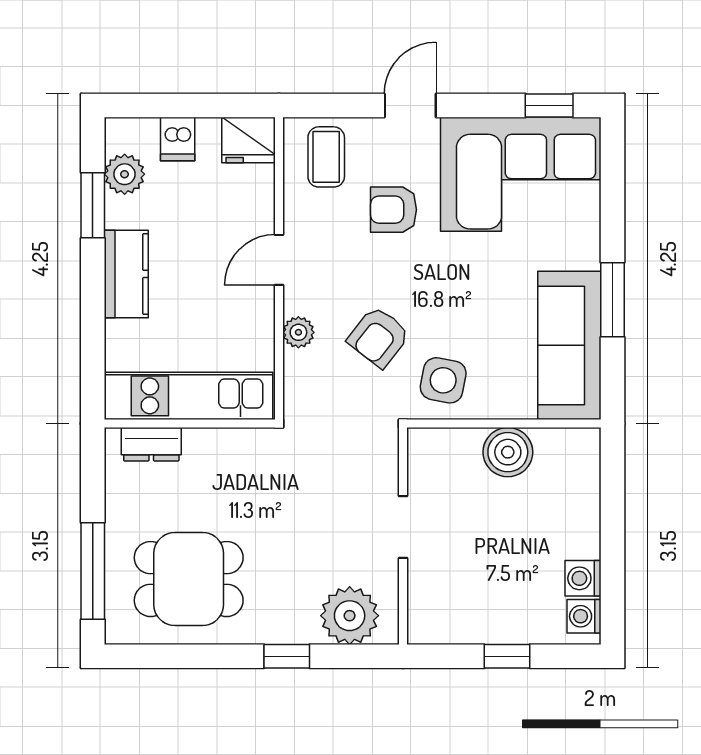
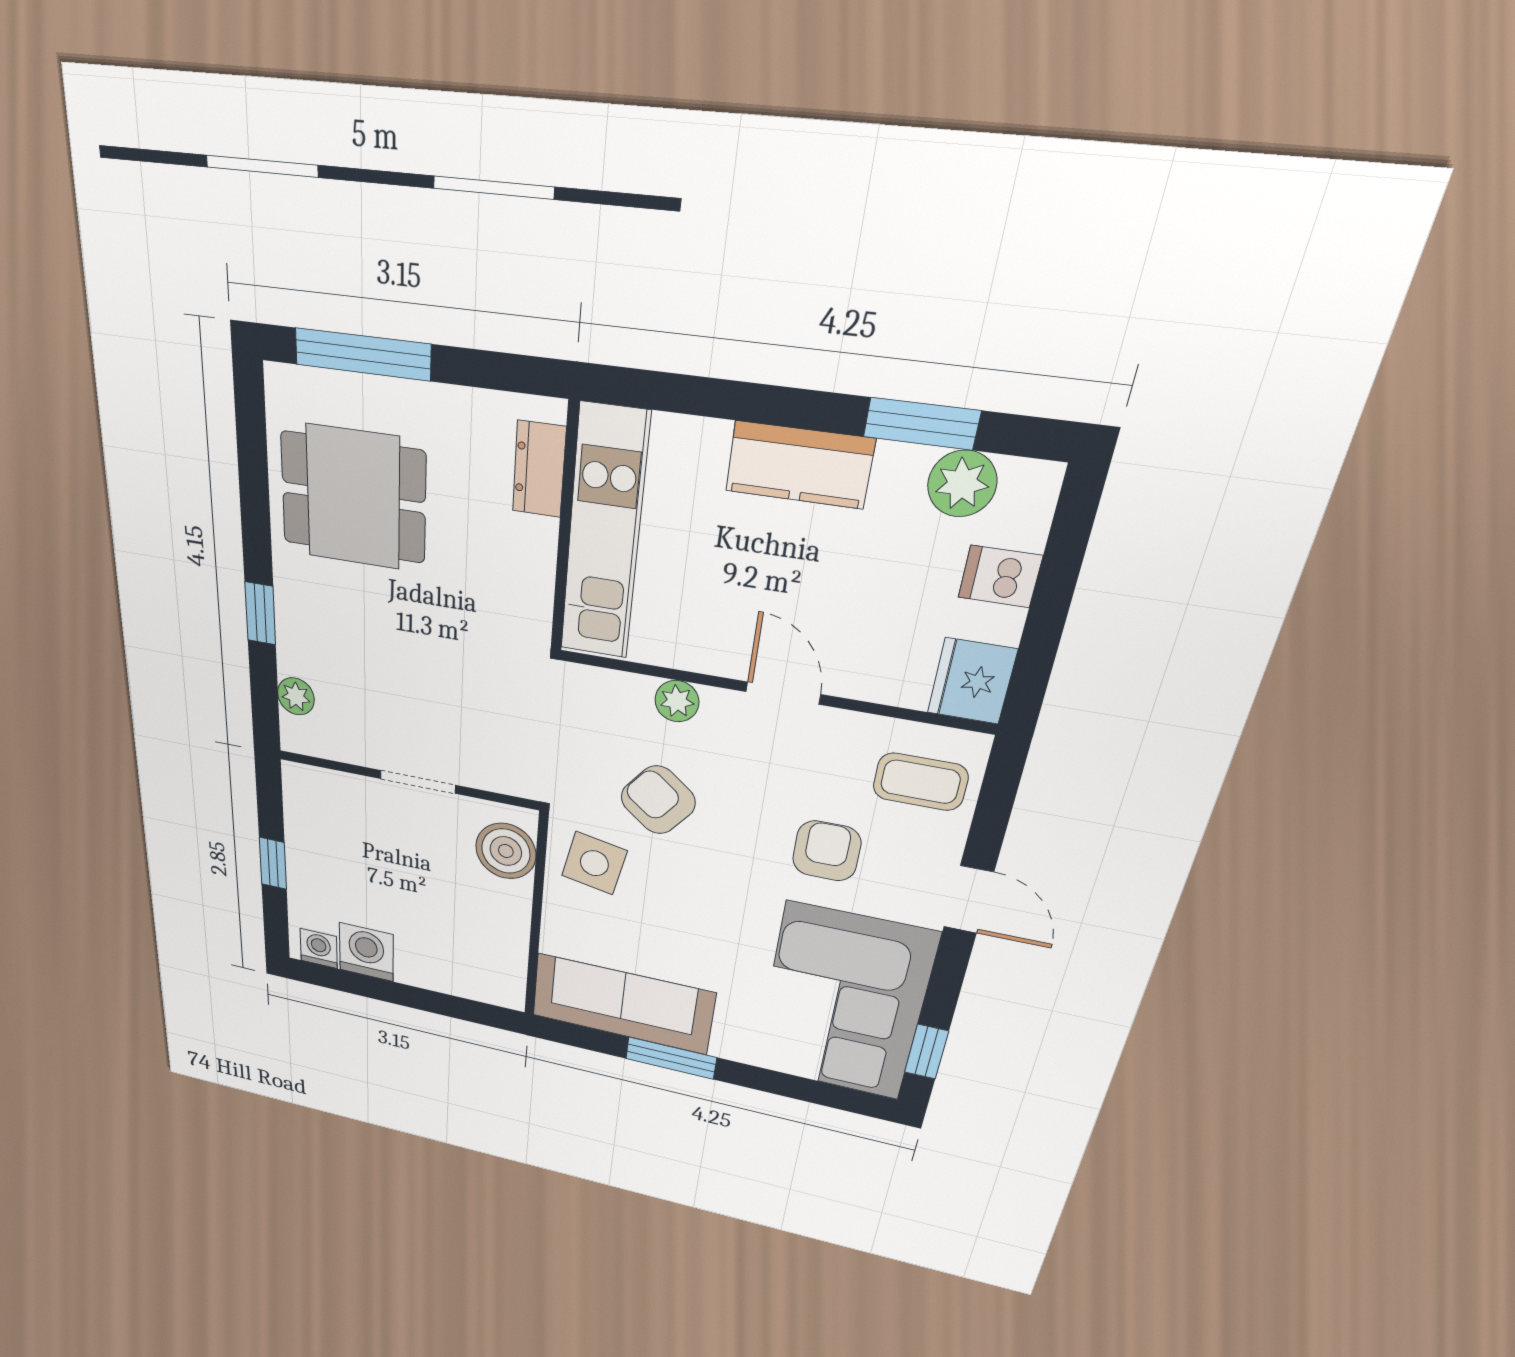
boiler: (508, 452) -> (506, 851), moved
washing machine: (583, 578) -> (366, 952), width x1.38, depth x1.38
dining table: (189, 579) -> (353, 497), turned 90
plant: (350, 616) -> (296, 696), width x0.53, depth x0.53

